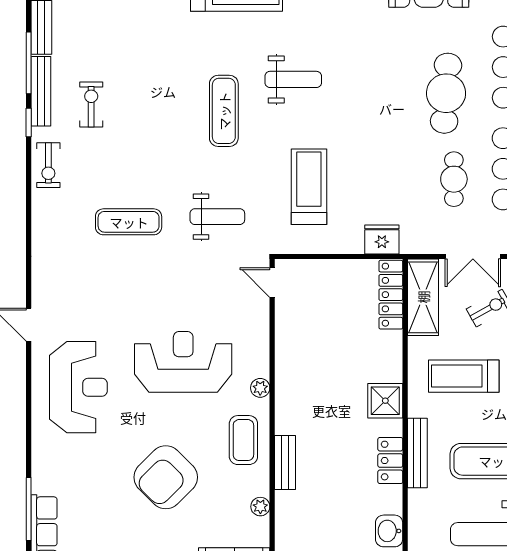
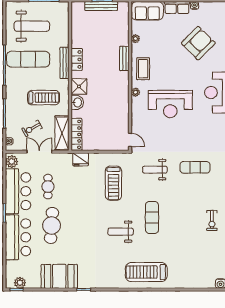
armchair: (166, 477) -> (198, 43), moved
washbasin: (389, 531) -> (77, 102), moved

